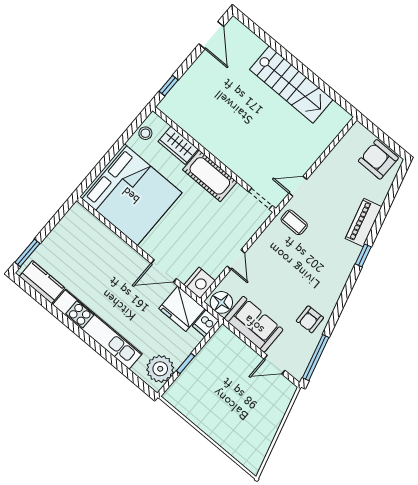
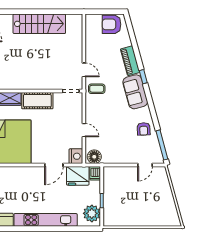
door: (298, 186) -> (84, 70), swing flipped
sofa: (254, 324) -> (135, 92), moved, turned -105

